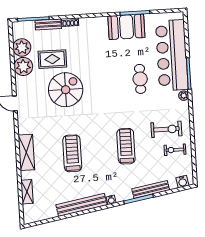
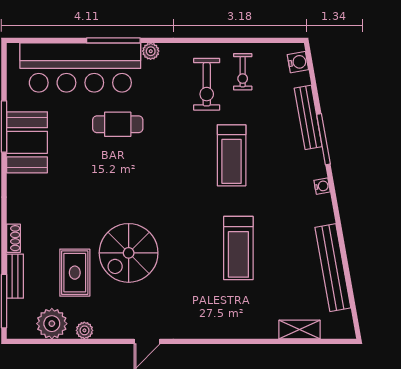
plant: (23, 66) -> (84, 330), width x0.53, depth x0.53
spiral stairs: (66, 90) -> (129, 253), turned -90
exercise bike: (166, 129) -> (207, 84), turned 180
treadmill: (126, 146) -> (232, 155), turned -90
shelving: (26, 152) -> (232, 327), removed
treadmill: (72, 153) -> (238, 248), turned -90
bench: (81, 205) -> (333, 268), moved

